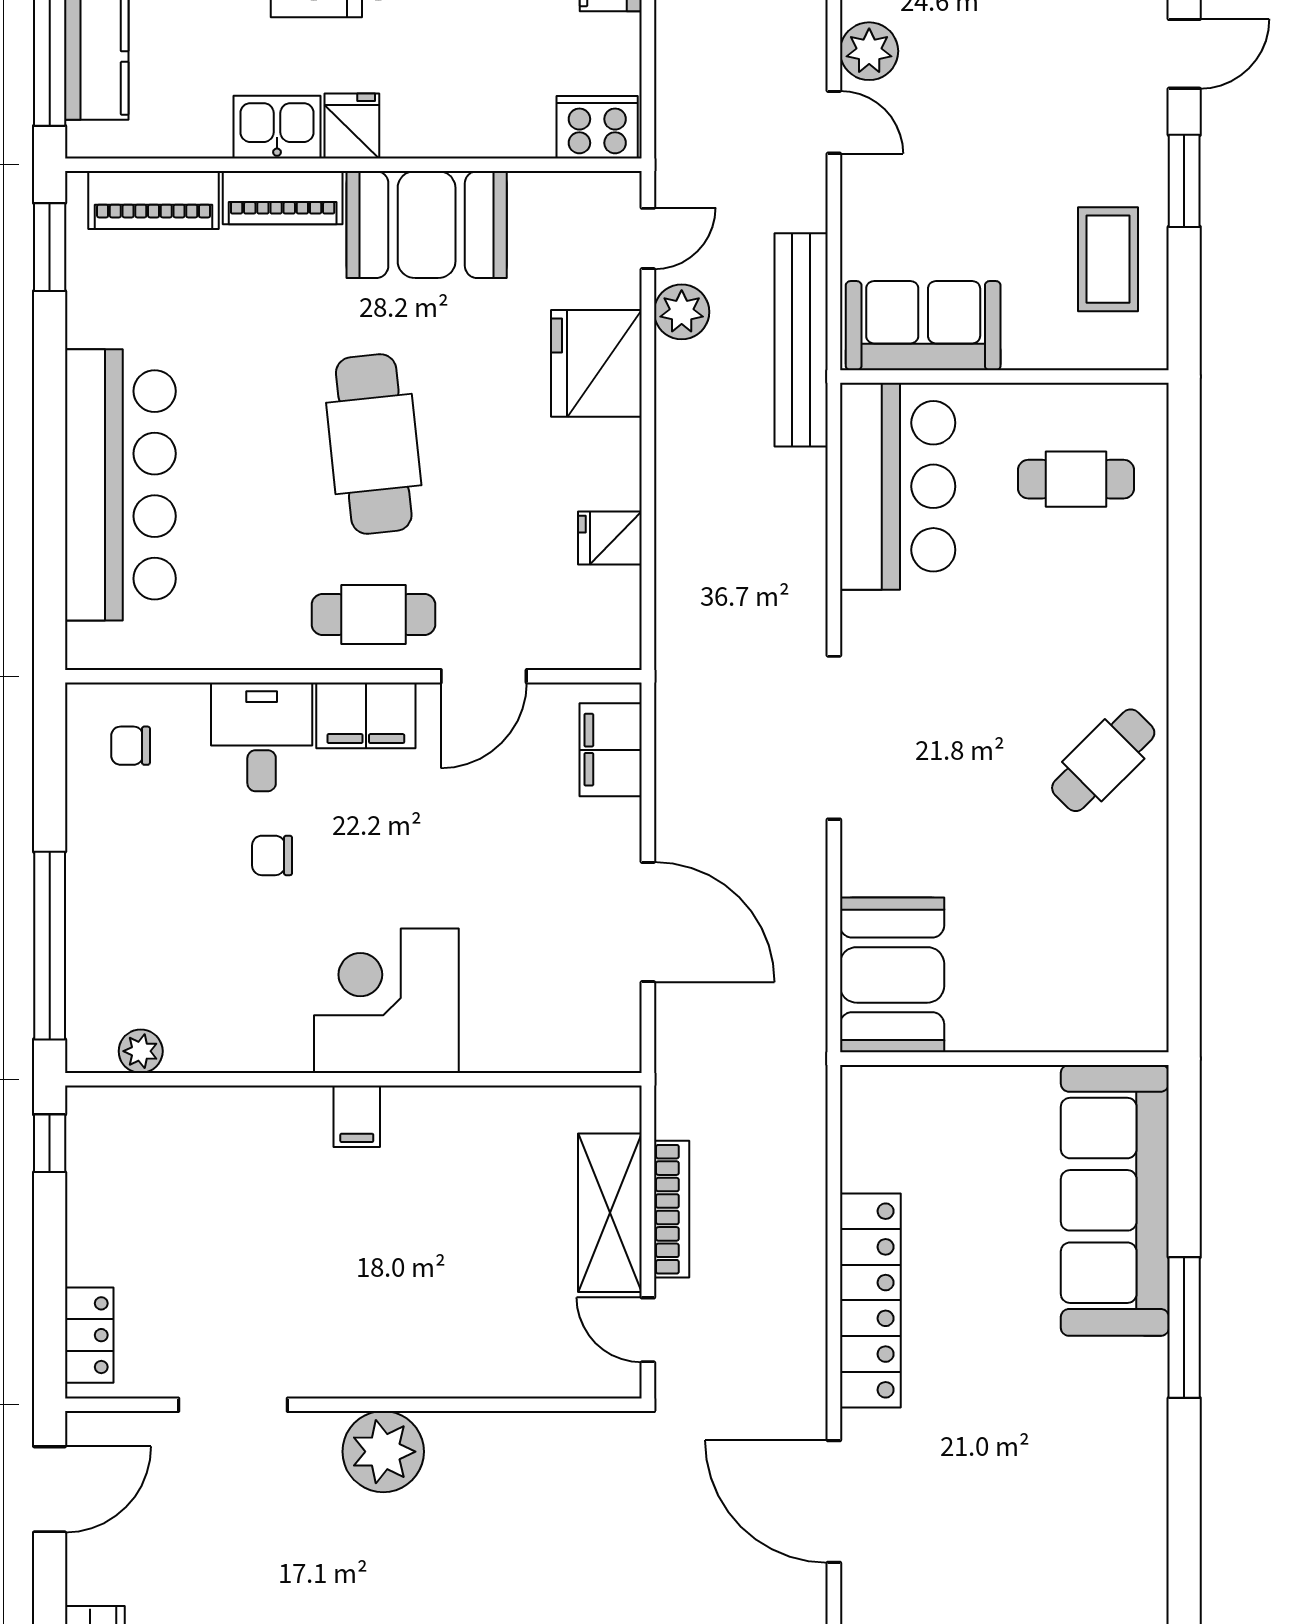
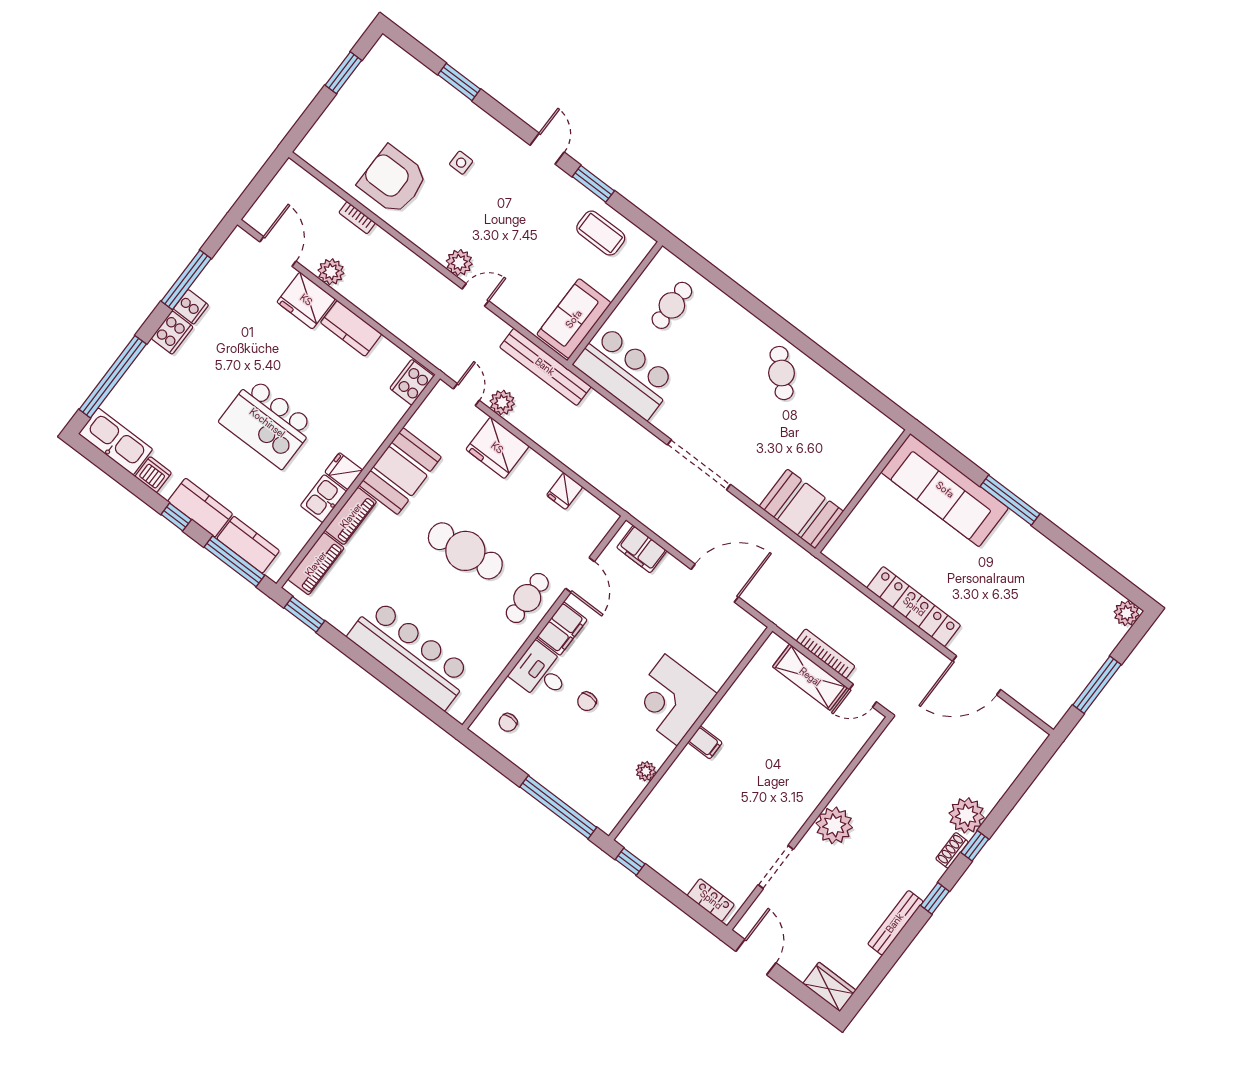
plant: (141, 1051) -> (646, 771), moved

